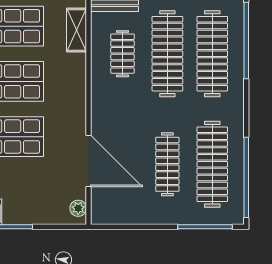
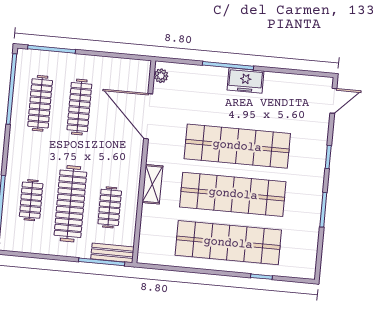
shelving: (77, 30) -> (152, 184), moved
clothes rail: (212, 54) -> (31, 200), width x0.54, depth x0.76
clothes rail: (212, 164) -> (40, 103), width x0.73, depth x0.76

